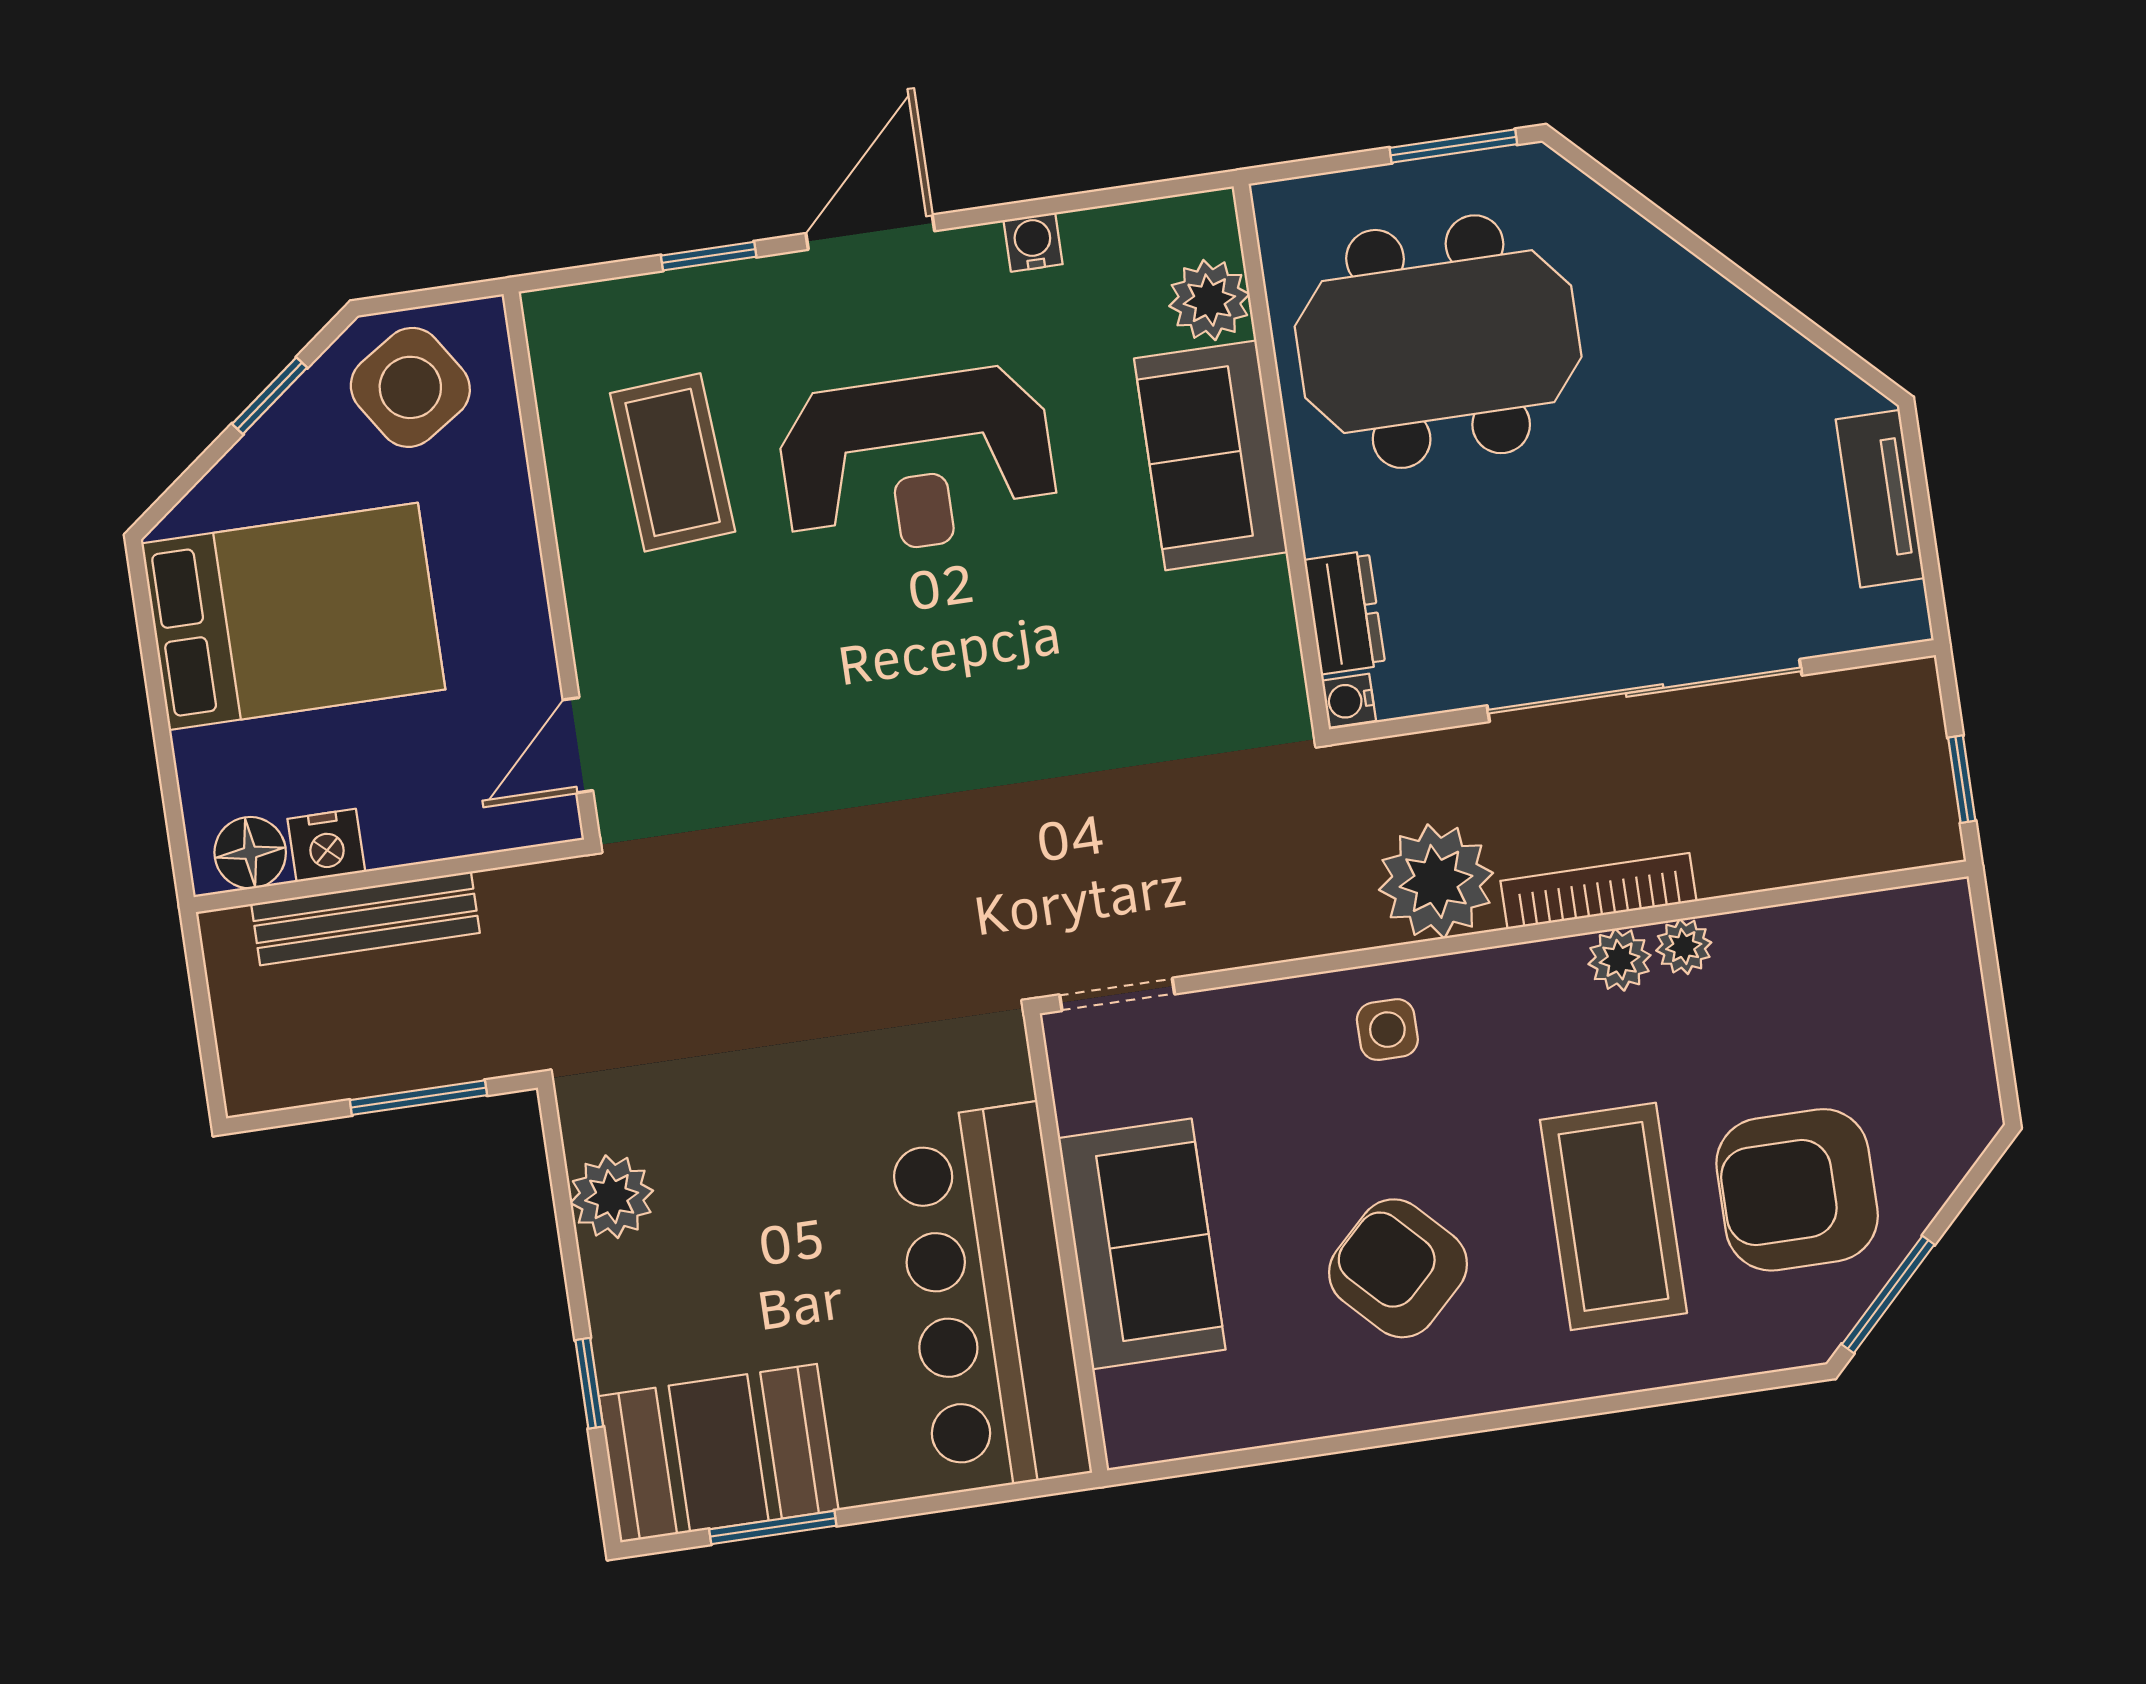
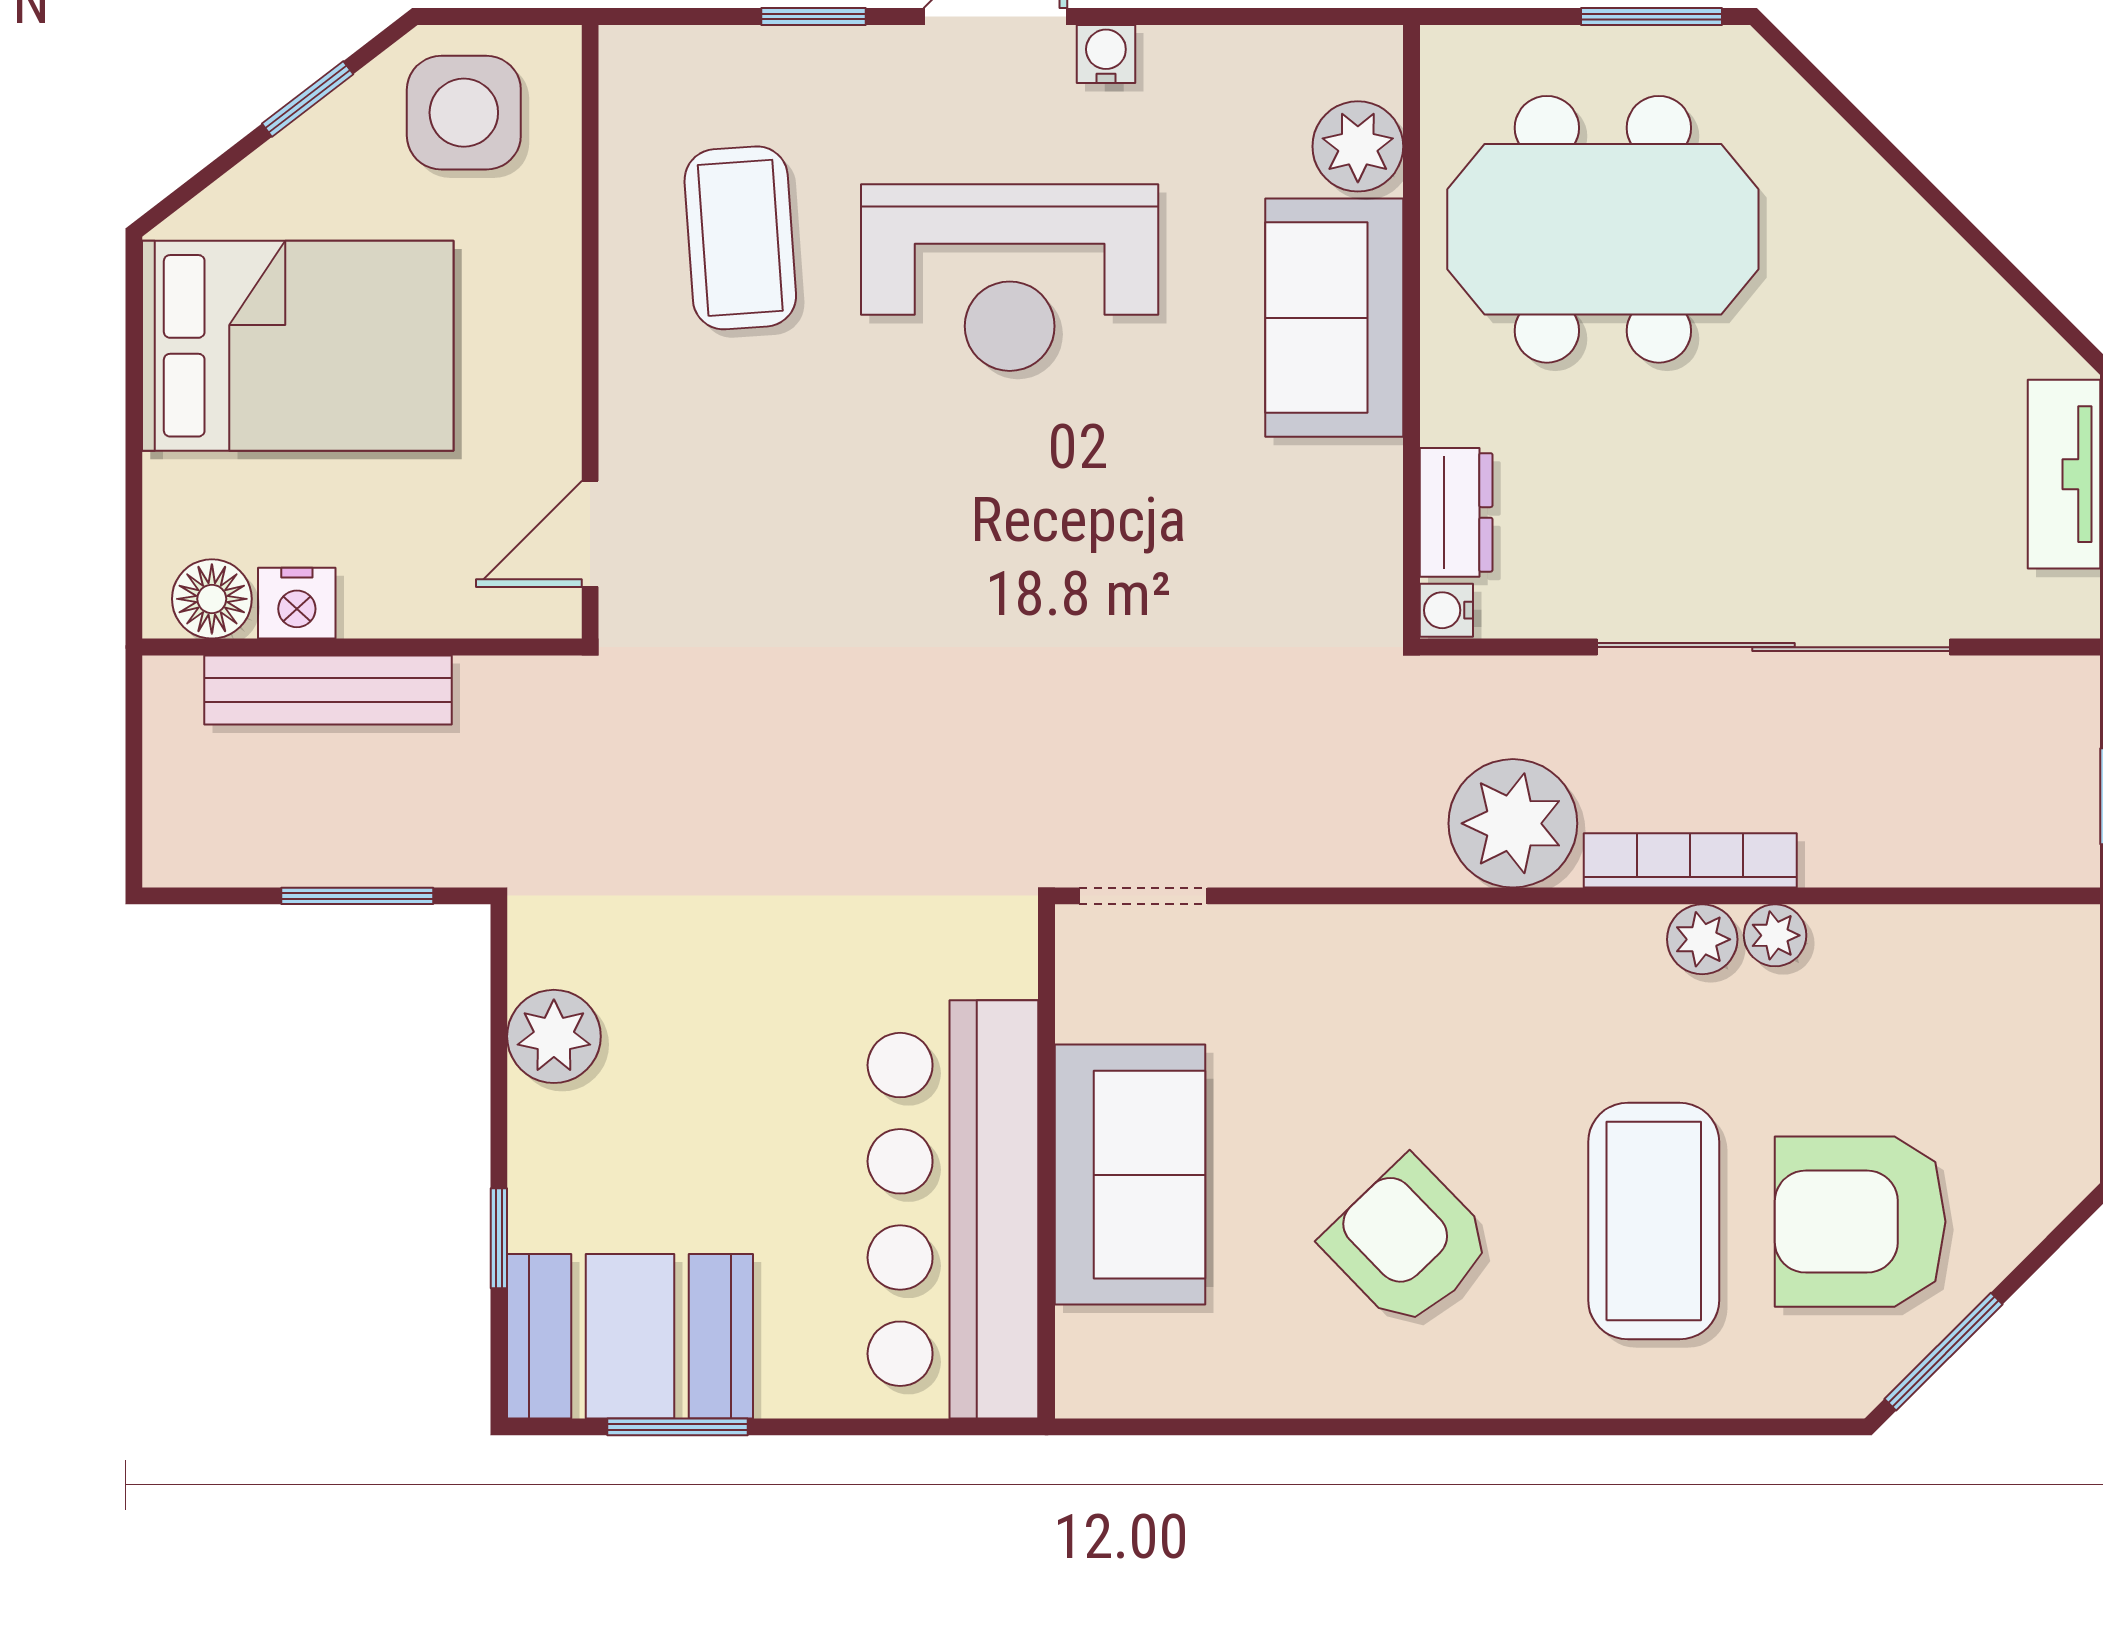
water cooler: (1033, 242) -> (1106, 54), moved
side table: (410, 387) -> (464, 113), turned 33
side table: (1387, 1030) -> (1435, 979), removed

